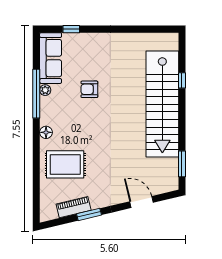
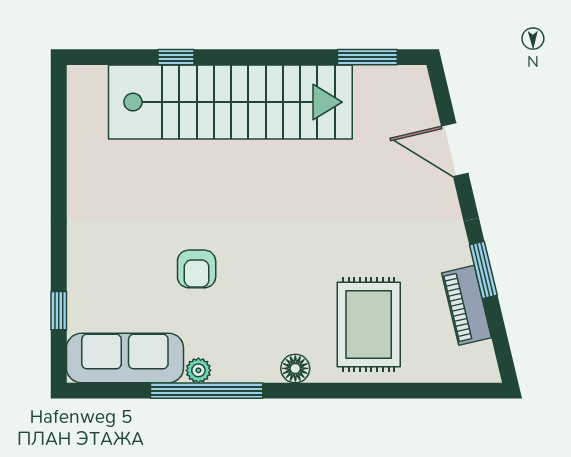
door: (141, 202) -> (455, 150), hinge flipped

